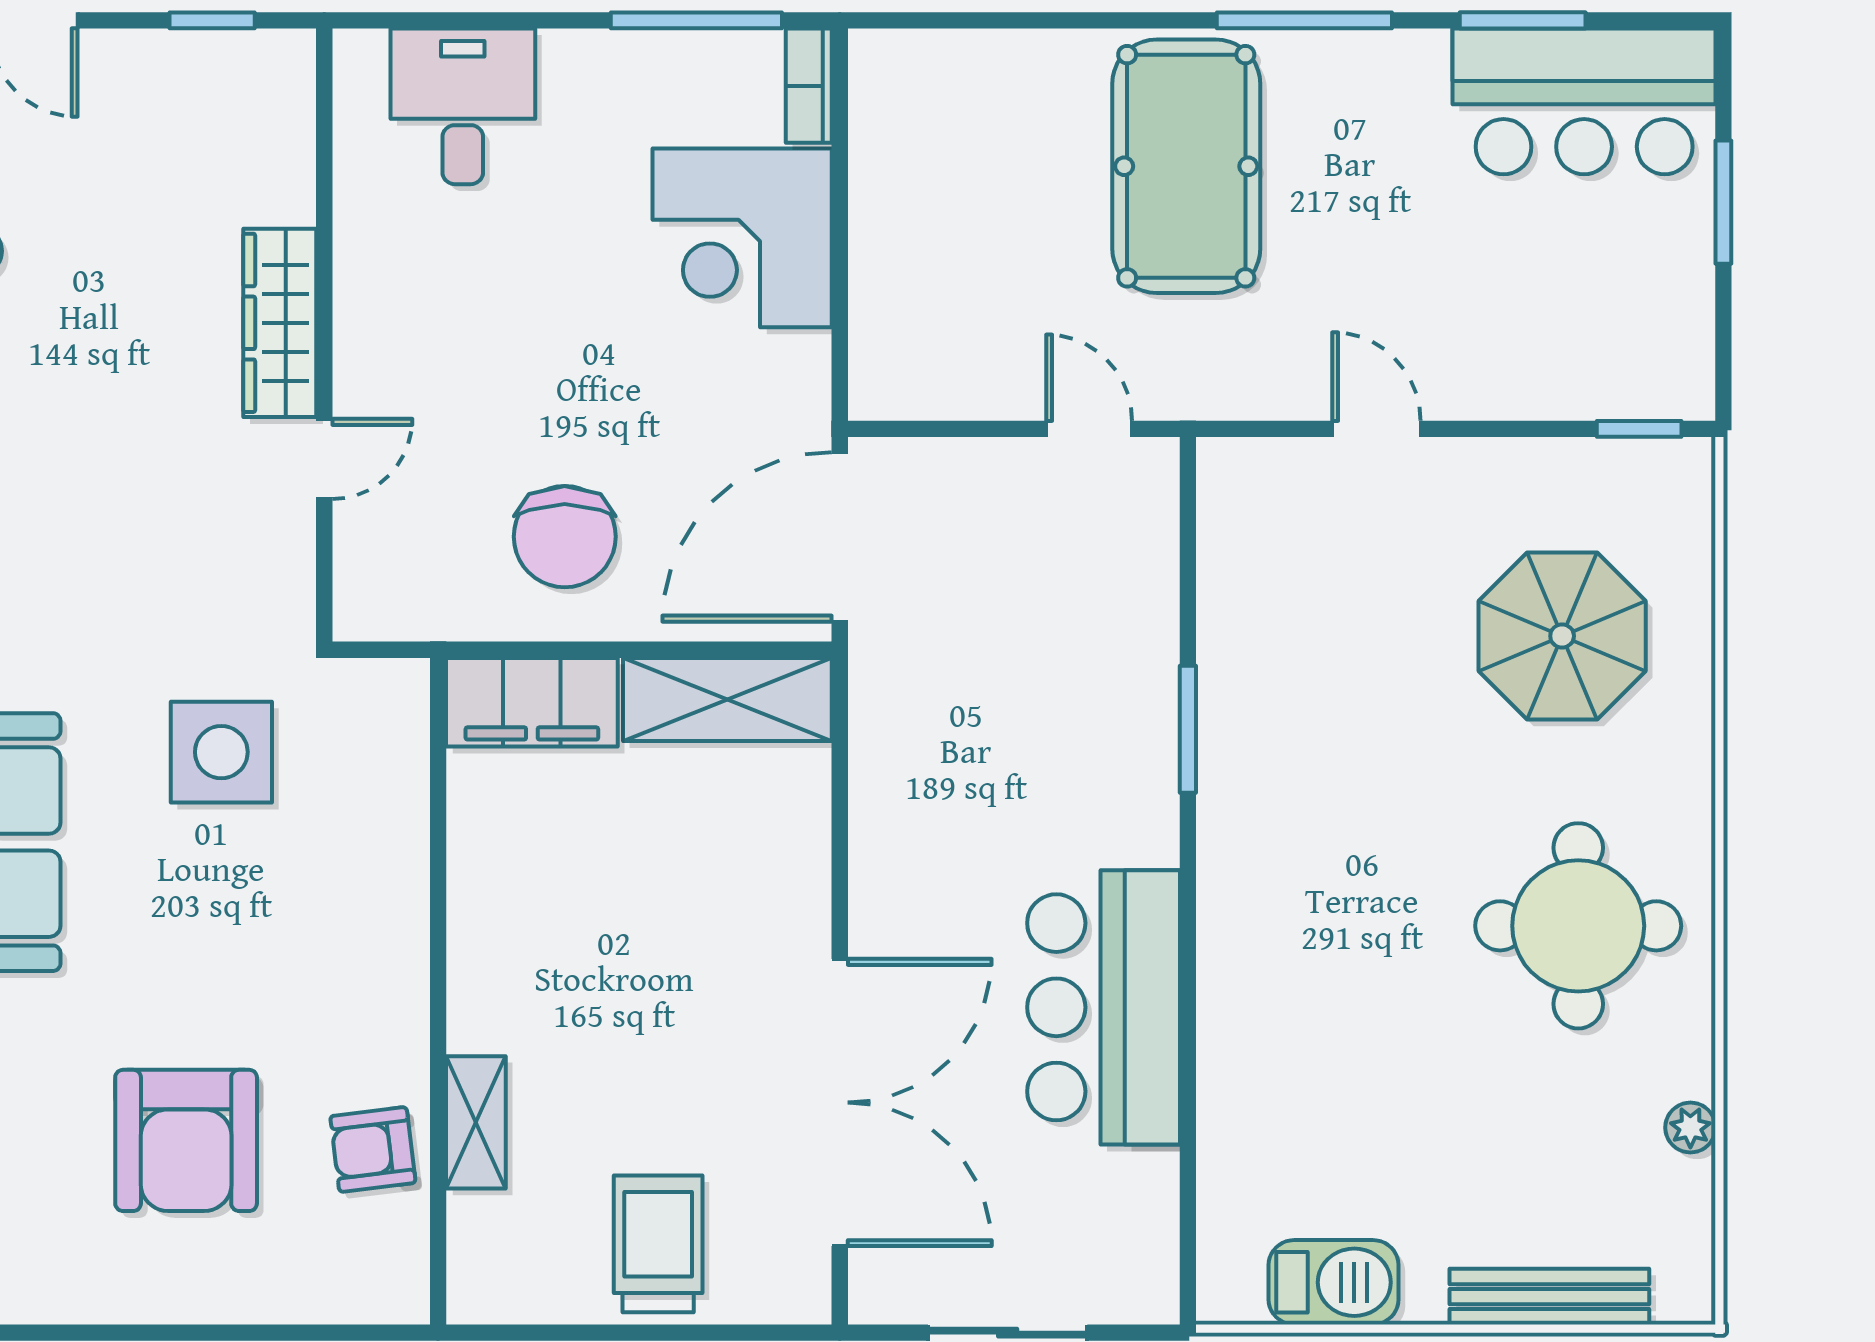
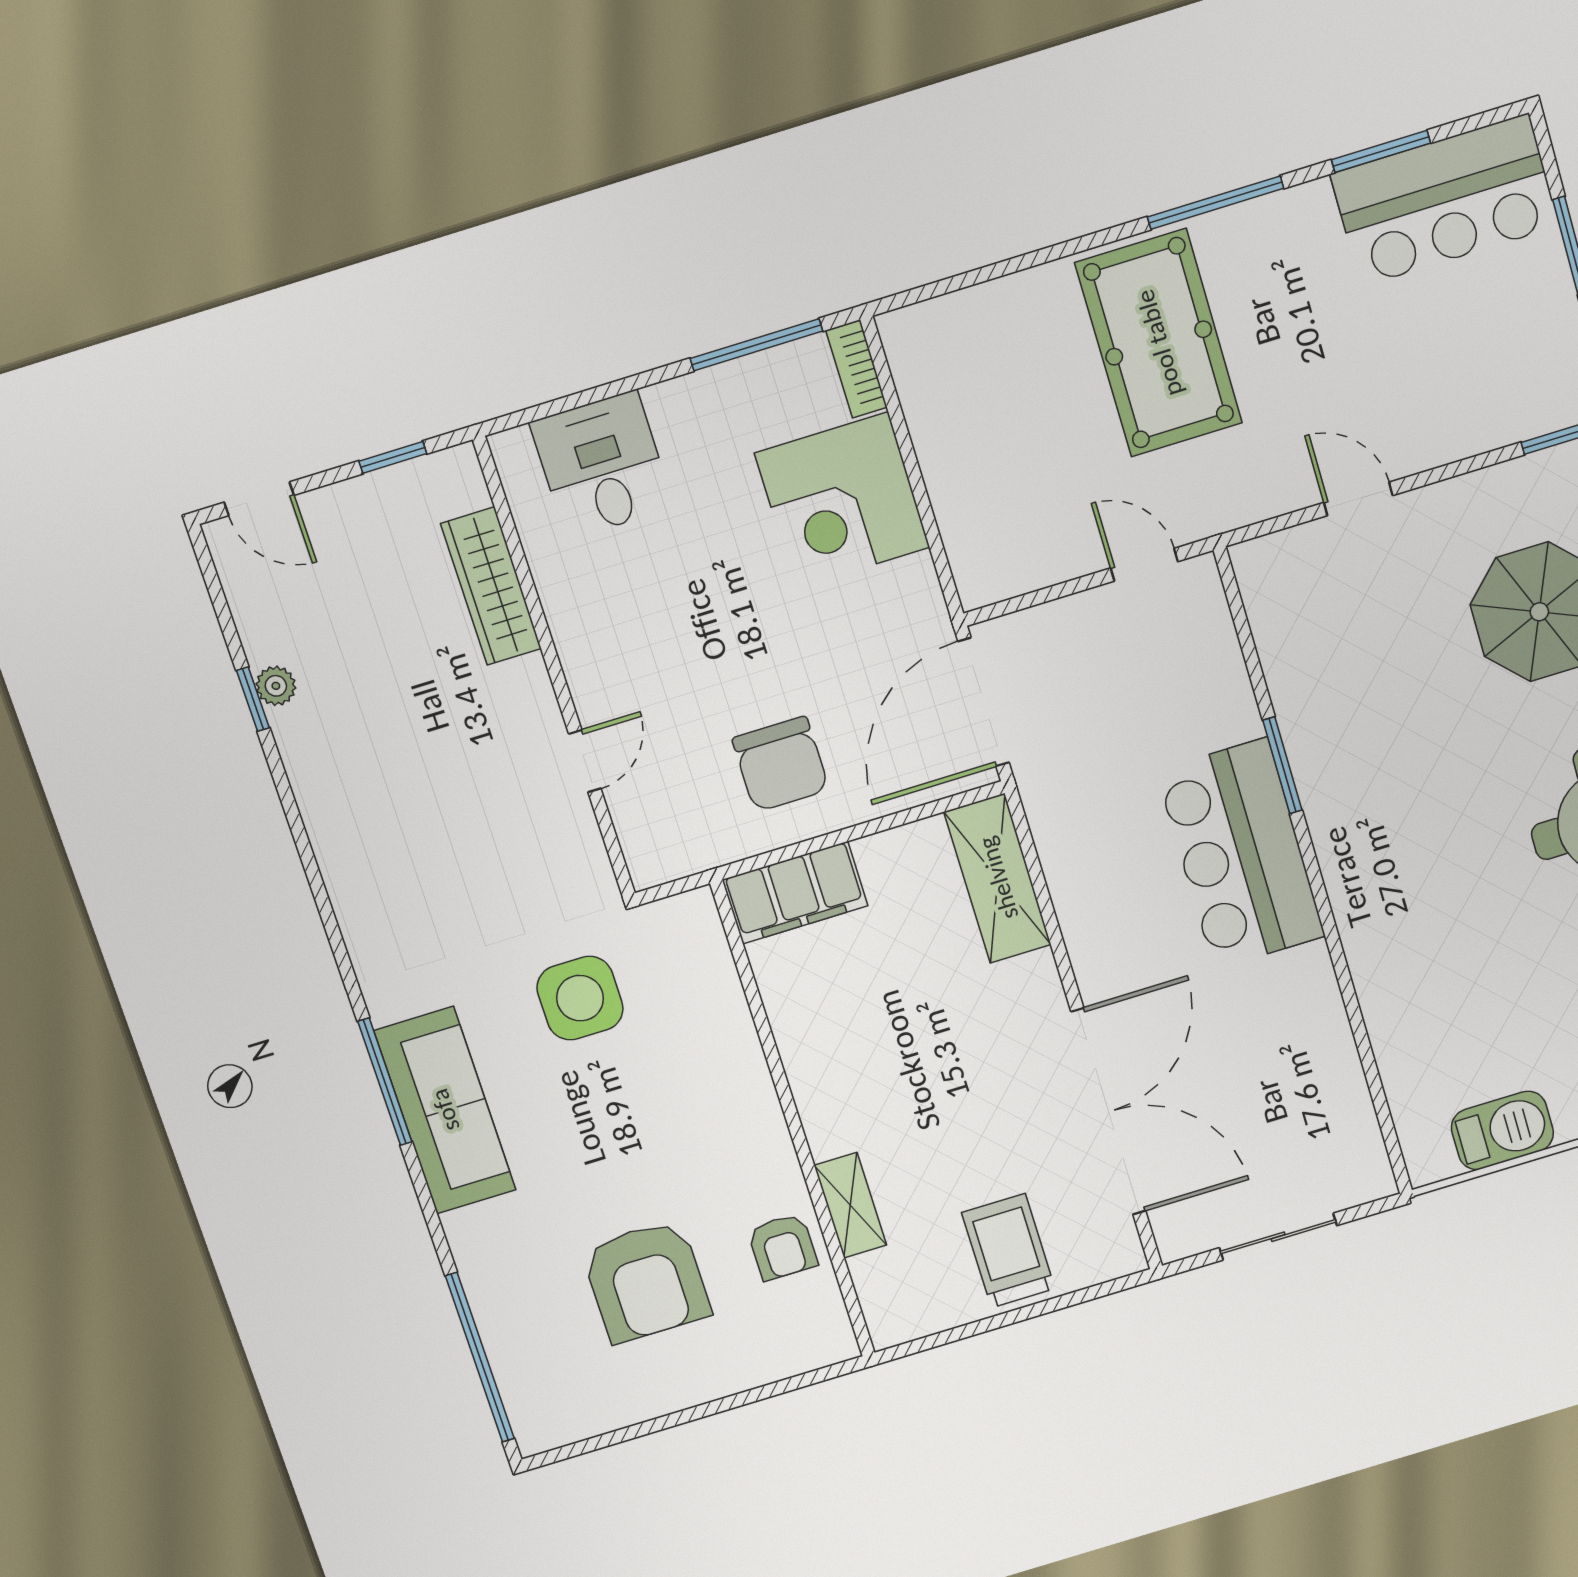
wardrobe: (280, 323) -> (491, 586), moved
shelving: (727, 699) -> (998, 878), moved, turned 90
bar counter: (1104, 1007) -> (1241, 854), moved
armchair: (373, 1149) -> (782, 1247), turned -83

